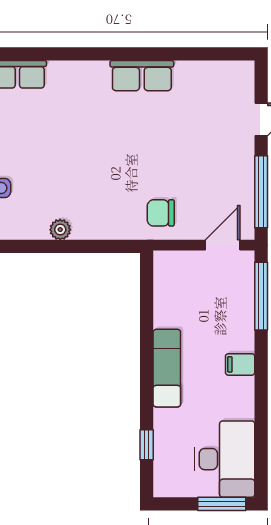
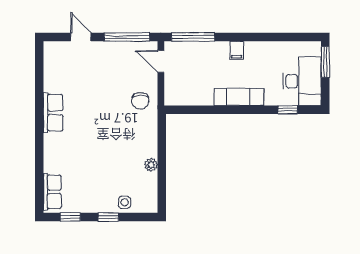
desk: (225, 459) -> (302, 81), moved, turned 90

